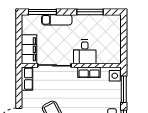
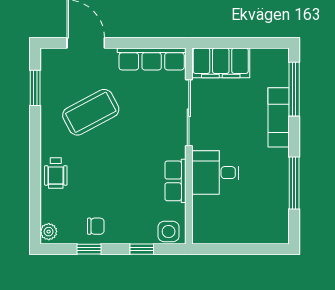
row of seats: (27, 79) -> (152, 59), width x1.48
window: (124, 89) -> (142, 249), width x0.46

